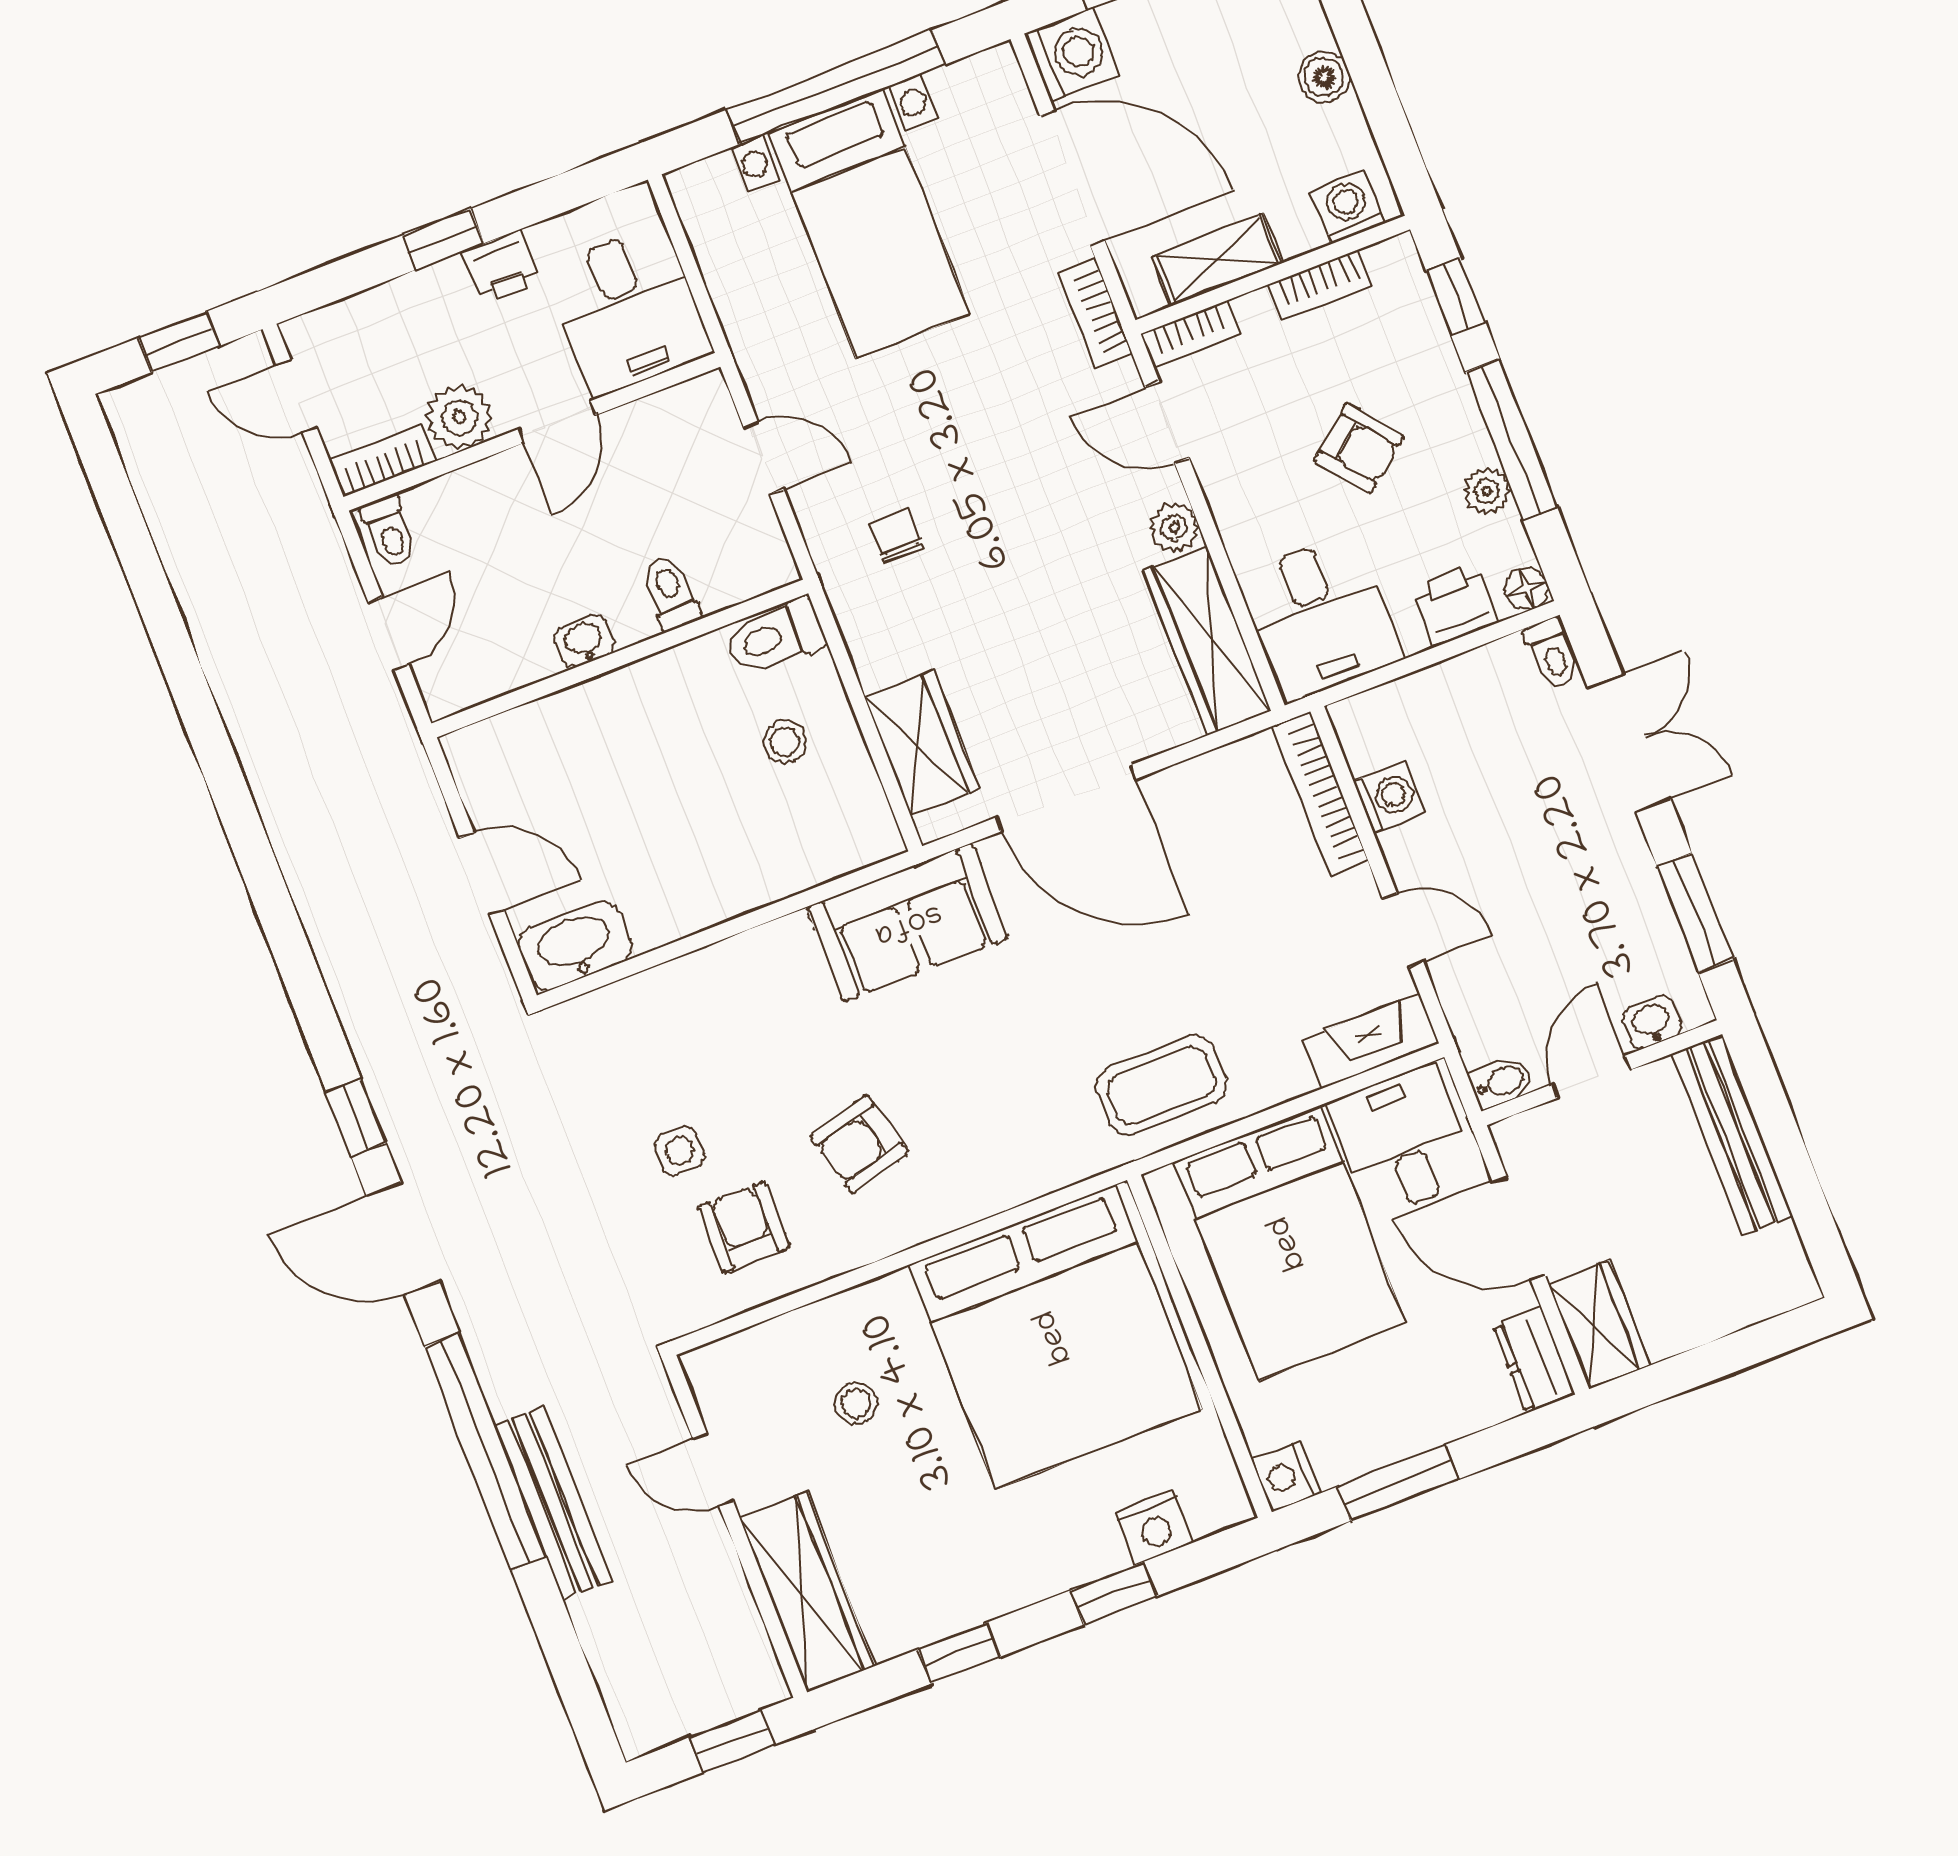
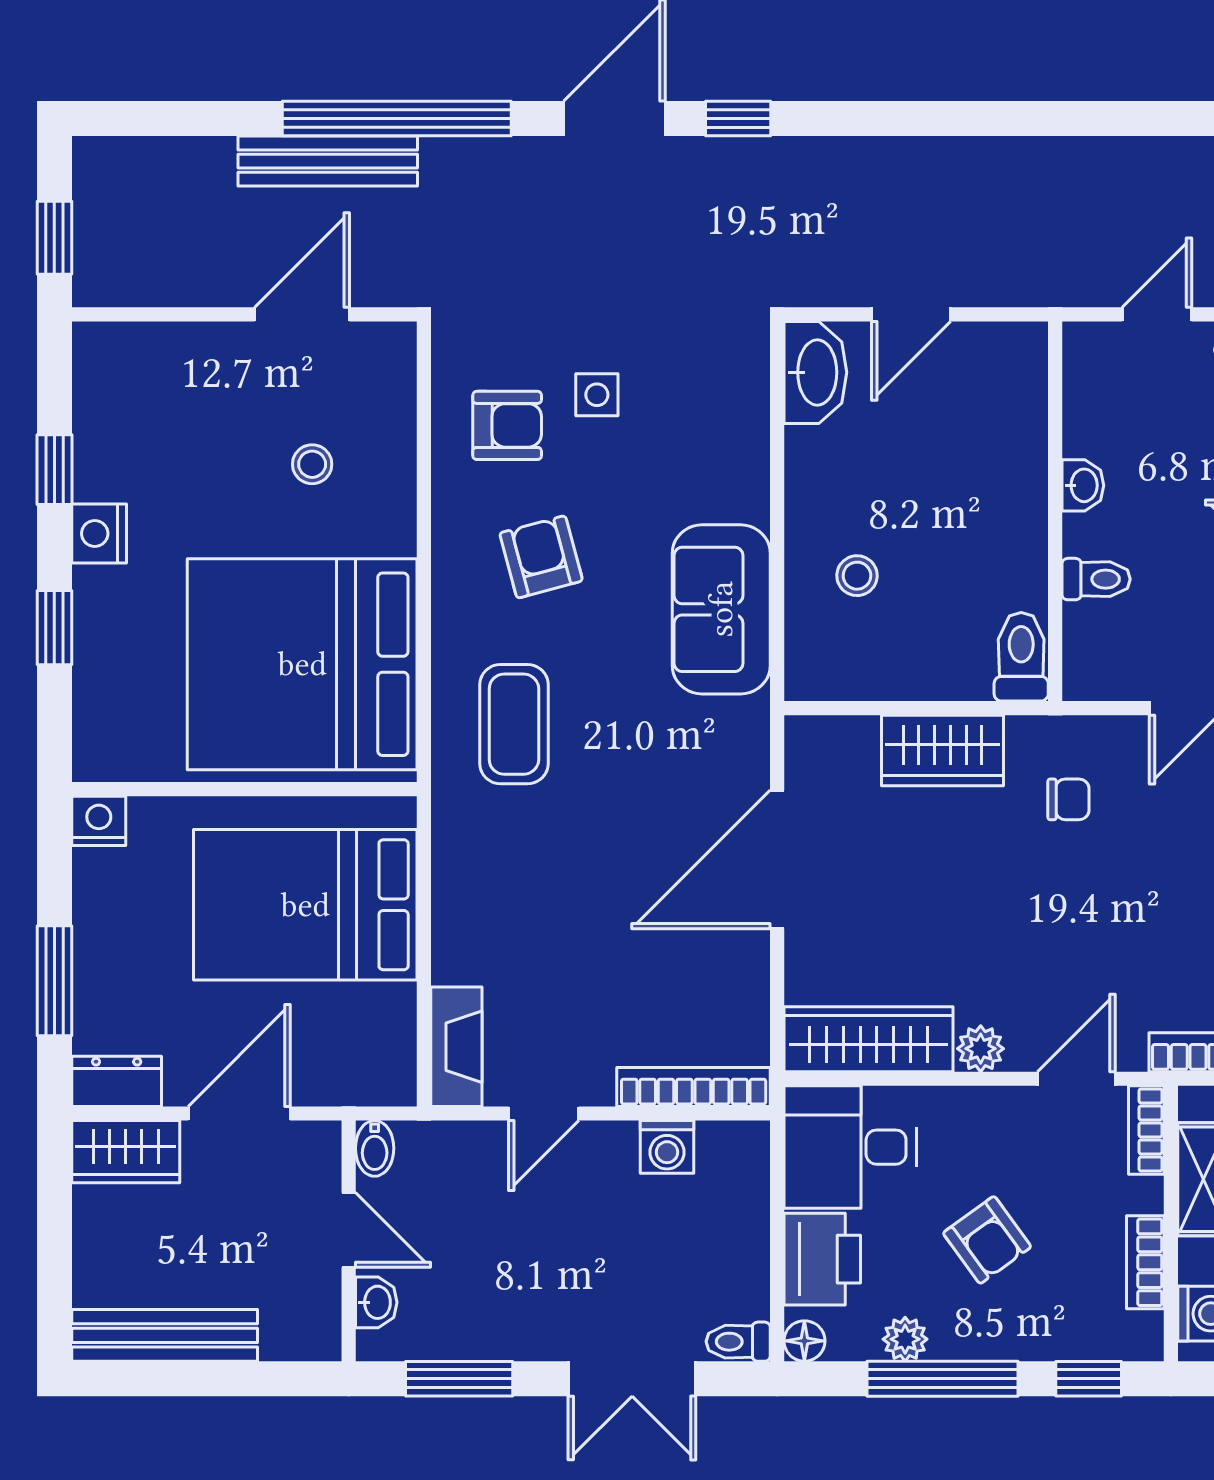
armchair: (1359, 449) -> (987, 1240), turned -87
printer: (1455, 605) -> (822, 1259), width x1.36, depth x1.24
door: (389, 634) -> (1157, 314), swing flipped
stool: (785, 742) -> (857, 576), moved
wardrobe: (922, 743) -> (942, 750), moved
sofa: (908, 923) -> (721, 609), moved
coffee table: (1161, 1085) -> (514, 724), moved
bench: (1732, 1134) -> (165, 1335), moved
desk: (1403, 1141) -> (357, 1041), removed
door: (713, 1470) -> (302, 314), width x1.38
window: (1398, 1483) -> (54, 981), moved
nightstand: (1154, 1527) -> (99, 534), moved
wardrobe: (807, 1592) -> (161, 356), removed

